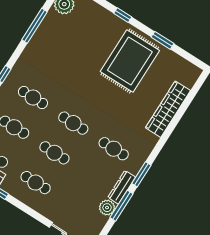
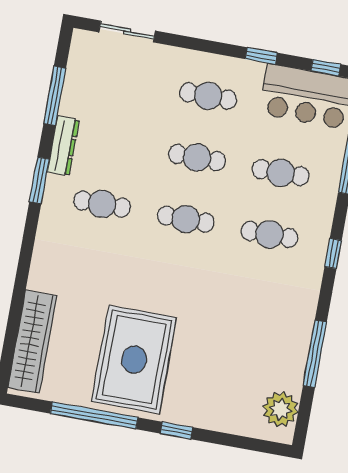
window: (163, 40) -> (94, 415), width x2.11
wardrobe: (168, 109) -> (32, 342), moved
window: (121, 206) -> (55, 96), moved
plant: (107, 208) -> (74, 102), removed

